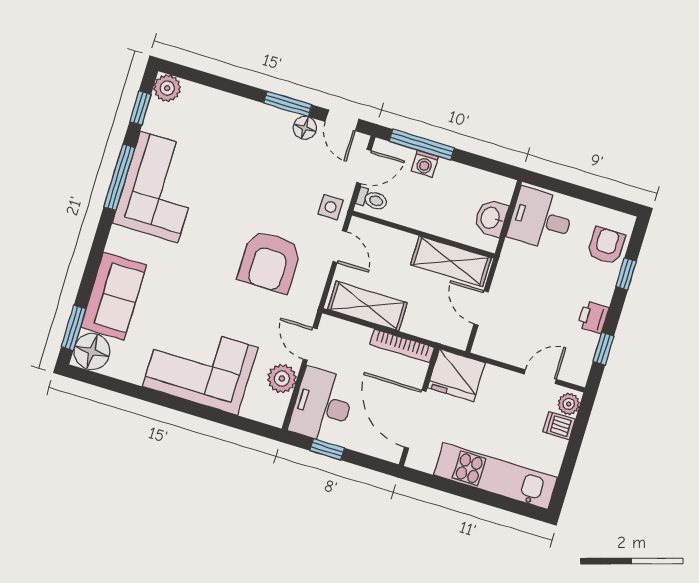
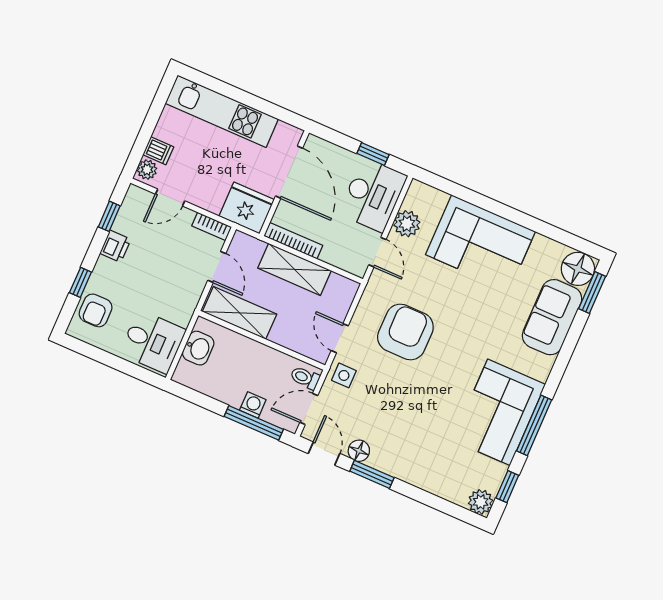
shelving: (367, 306) -> (294, 269), moved
bookcase: (492, 351) -> (212, 226), added

